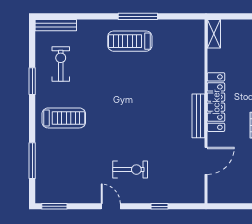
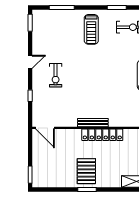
door: (206, 161) -> (45, 128), moved

